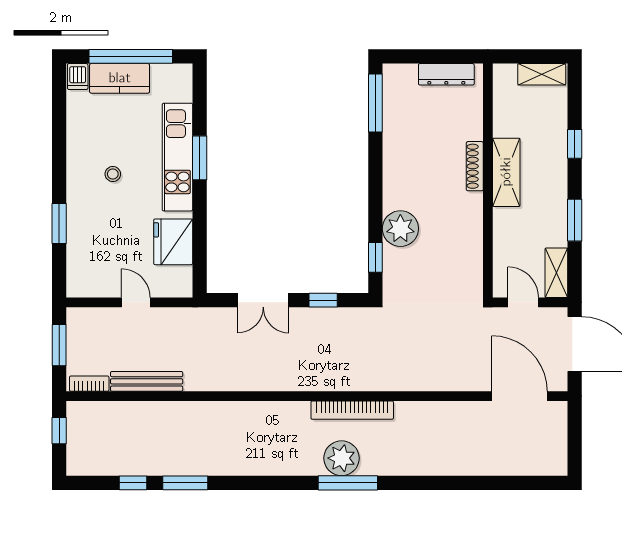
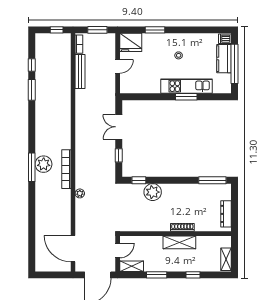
fridge: (173, 242) -> (131, 42), moved, turned 180
plant: (403, 382) -> (80, 193), added
door: (519, 396) -> (73, 249), swing flipped

